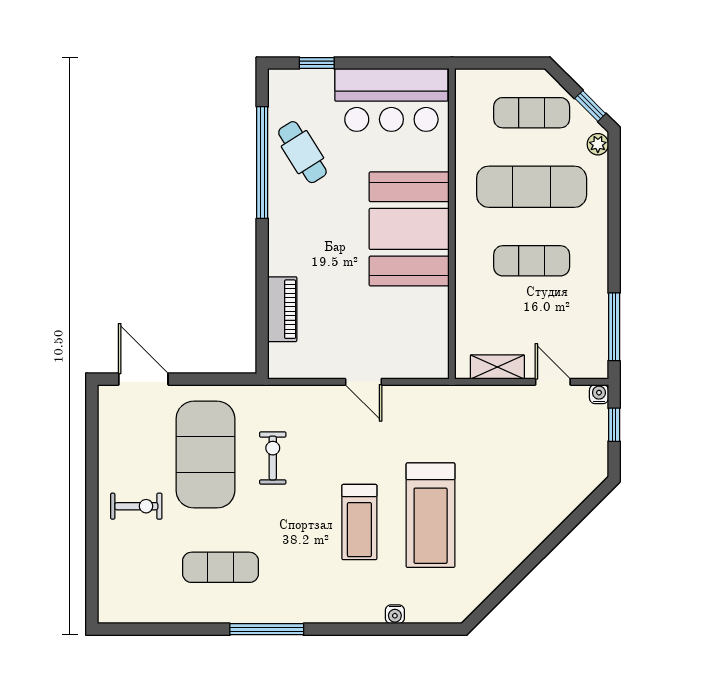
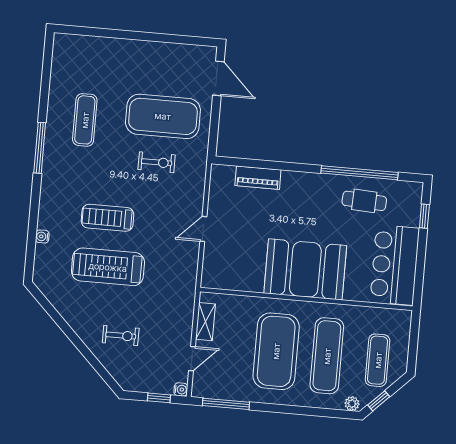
cafe table: (302, 152) -> (364, 201), turned 35
exercise mat: (532, 261) -> (276, 351), width x2.00, depth x1.45
door: (143, 379) -> (218, 78), hinge flipped
exercise bike: (136, 506) -> (121, 336), moved, turned -90

